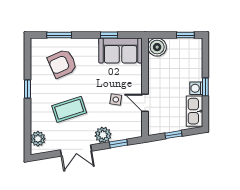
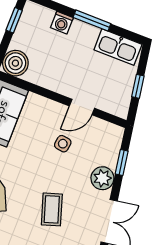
window: (205, 87) -> (92, 20), width x1.50
washing machine: (196, 88) -> (62, 23), moved
coffee table: (69, 109) -> (52, 209), width x0.73, depth x0.77

